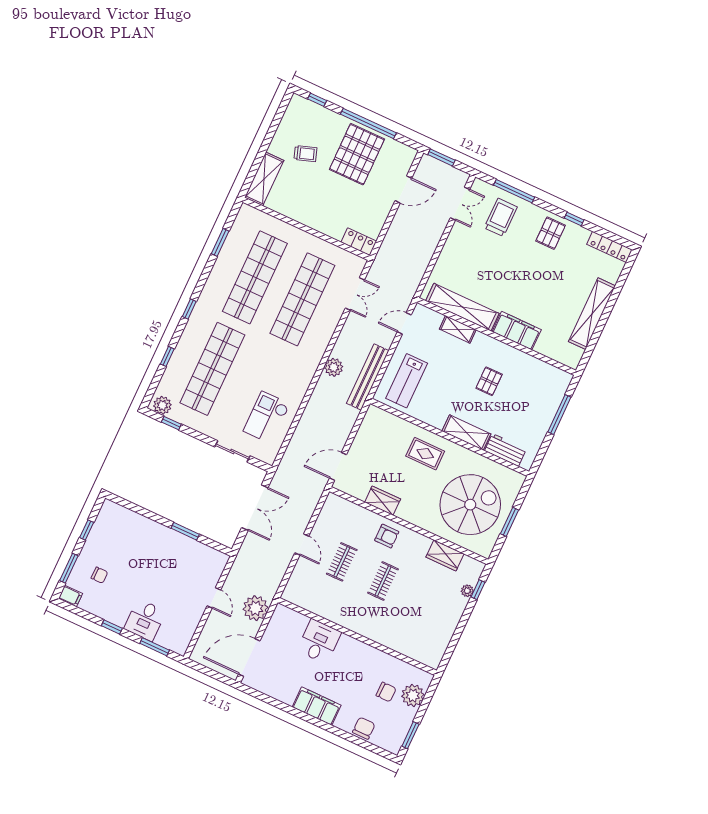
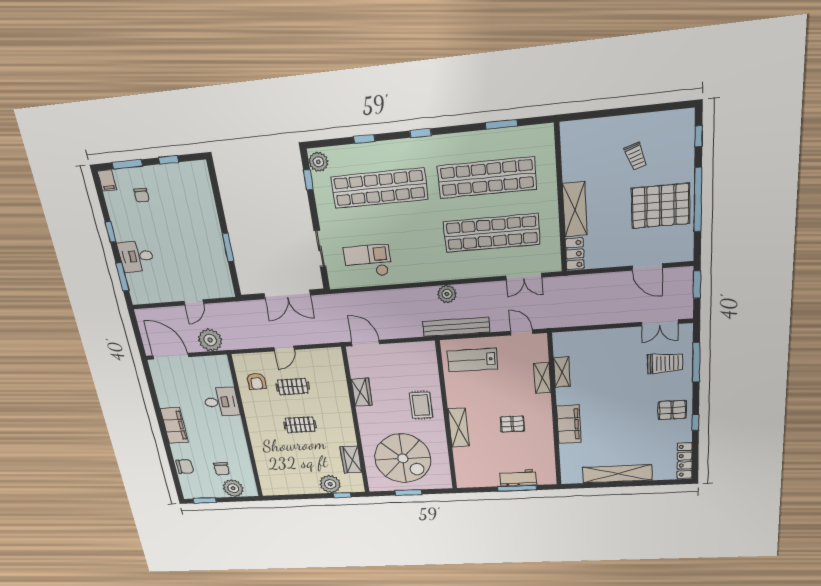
shelving: (264, 179) -> (575, 209), moved, turned 90
shelving: (462, 307) -> (562, 372), width x0.45, depth x0.75
workbench: (505, 450) -> (518, 478), moved, turned -90
armchair: (387, 536) -> (256, 381), moved
plant: (467, 591) -> (330, 484), width x1.88, depth x1.88

